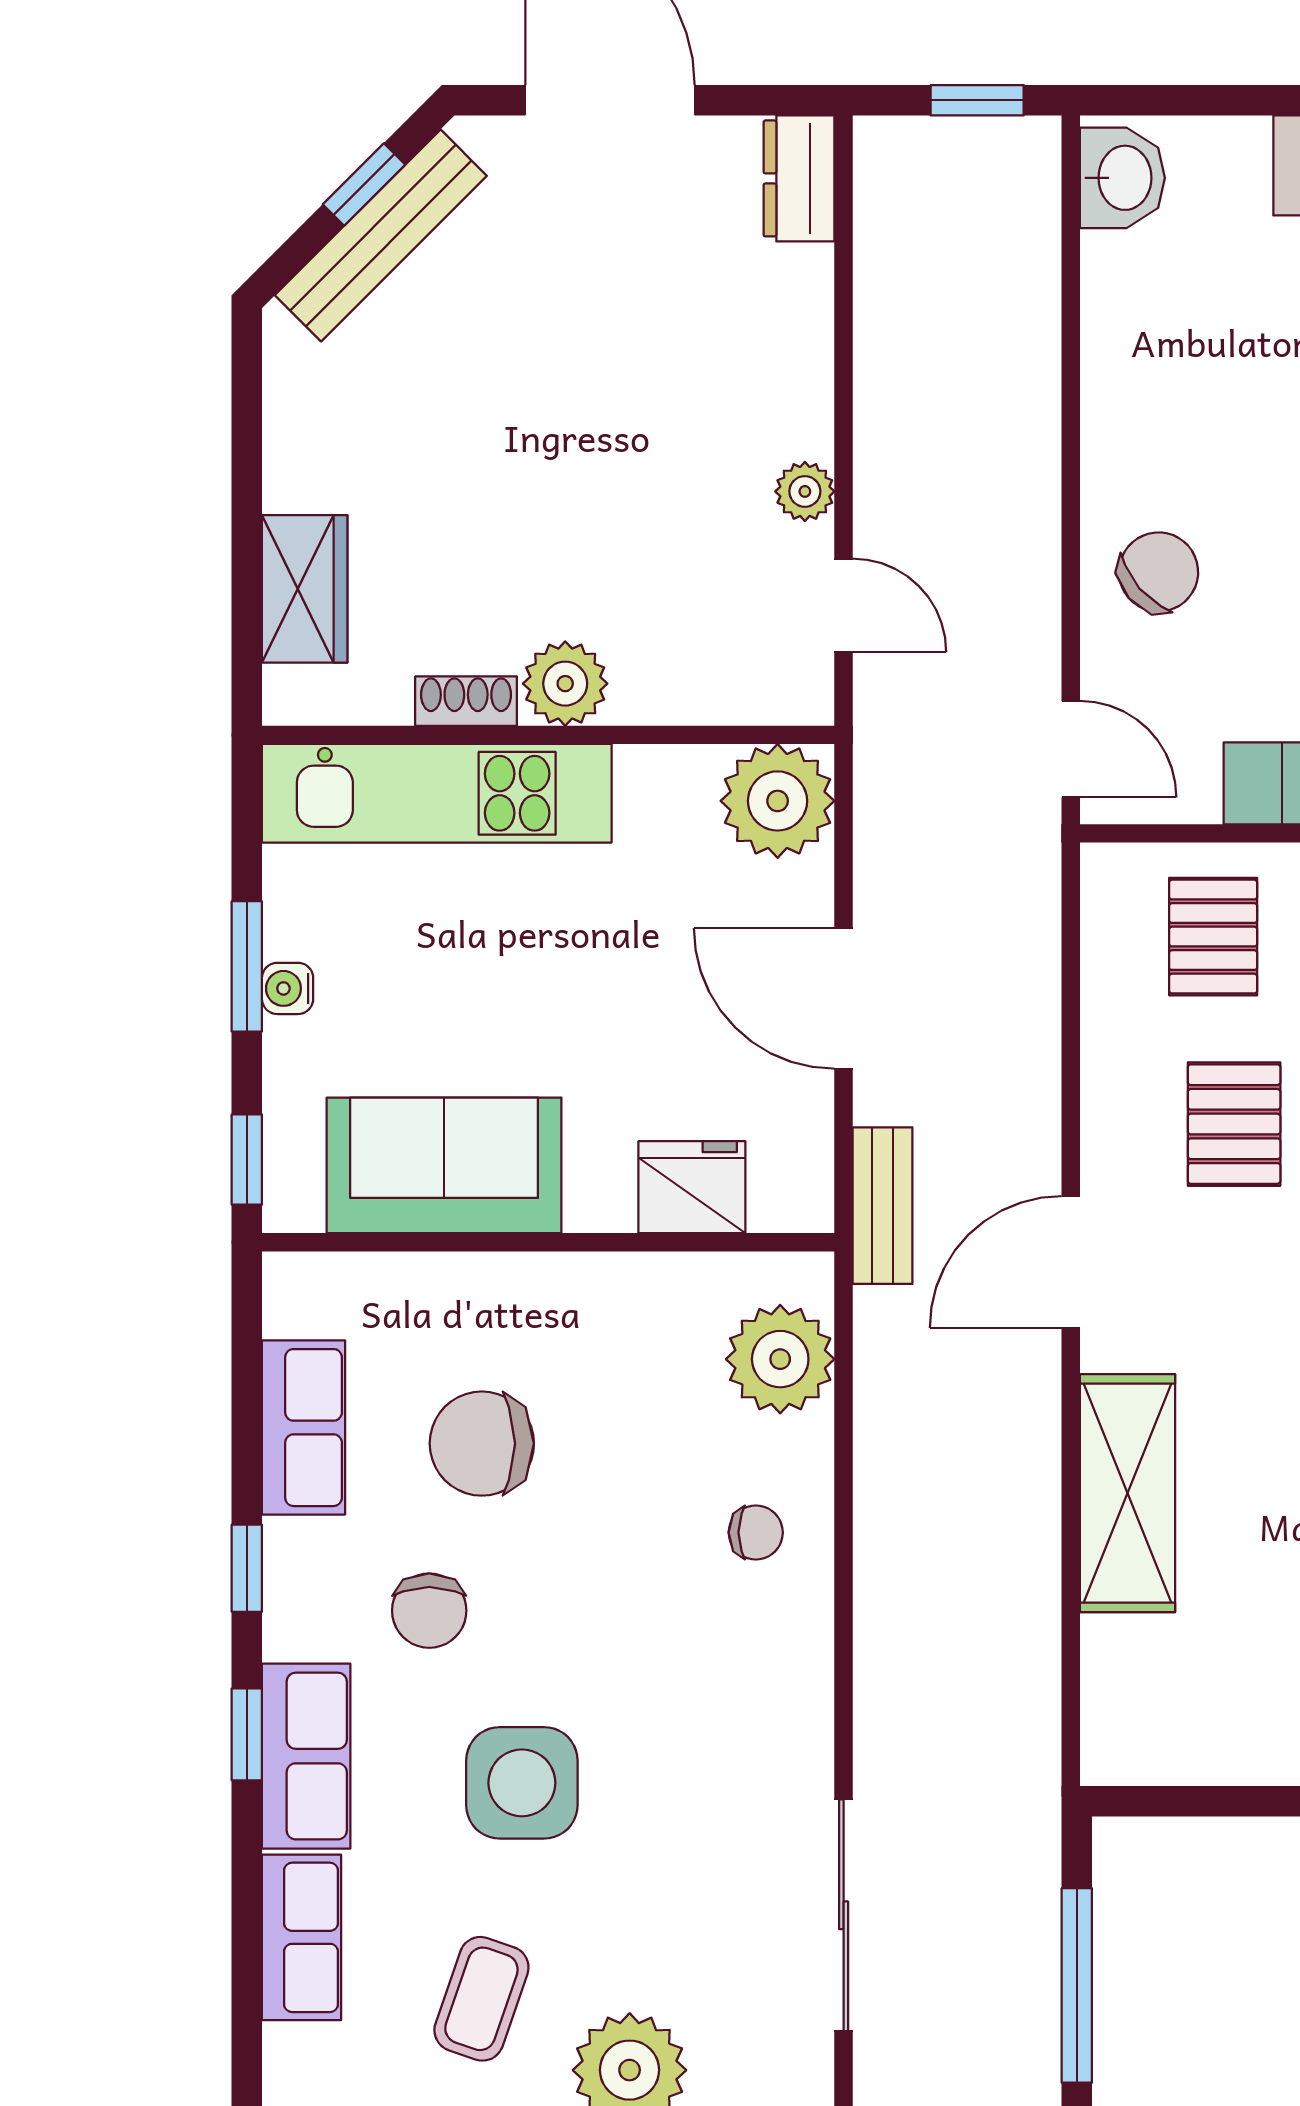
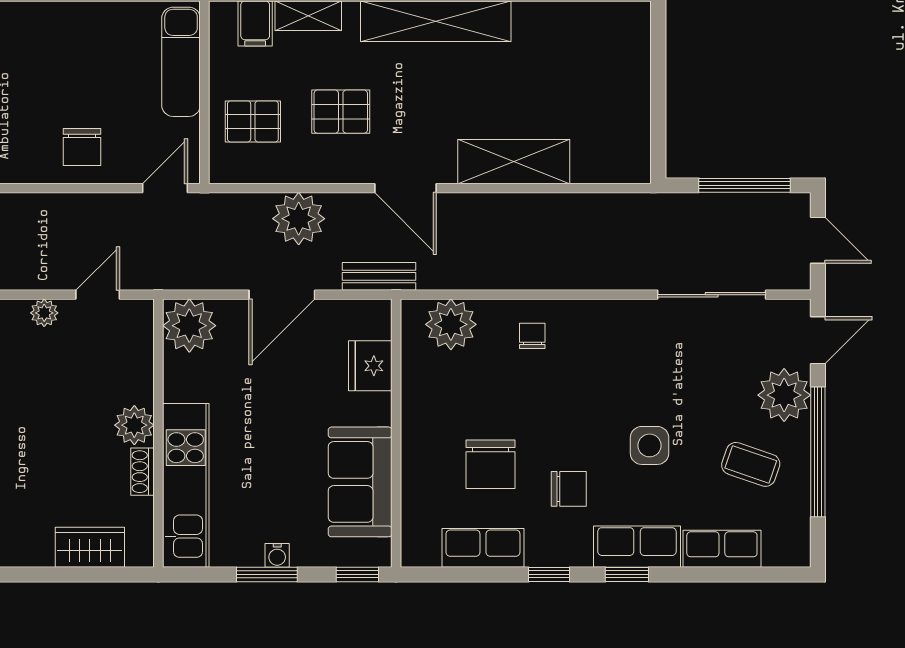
chair: (1159, 572) -> (82, 147), turned -139
plant: (1006, 1034) -> (299, 219), added
side table: (522, 1783) -> (650, 445), width x0.73, depth x0.73

